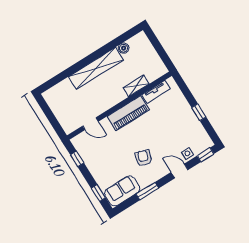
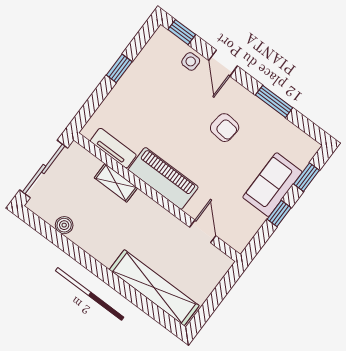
sliding door: (159, 49) -> (44, 169), added
shelving: (96, 68) -> (154, 288), moved
armchair: (143, 158) -> (225, 128), turned -103
window: (77, 159) -> (279, 214), moved
sofa: (122, 191) -> (272, 185), moved, turned 90

